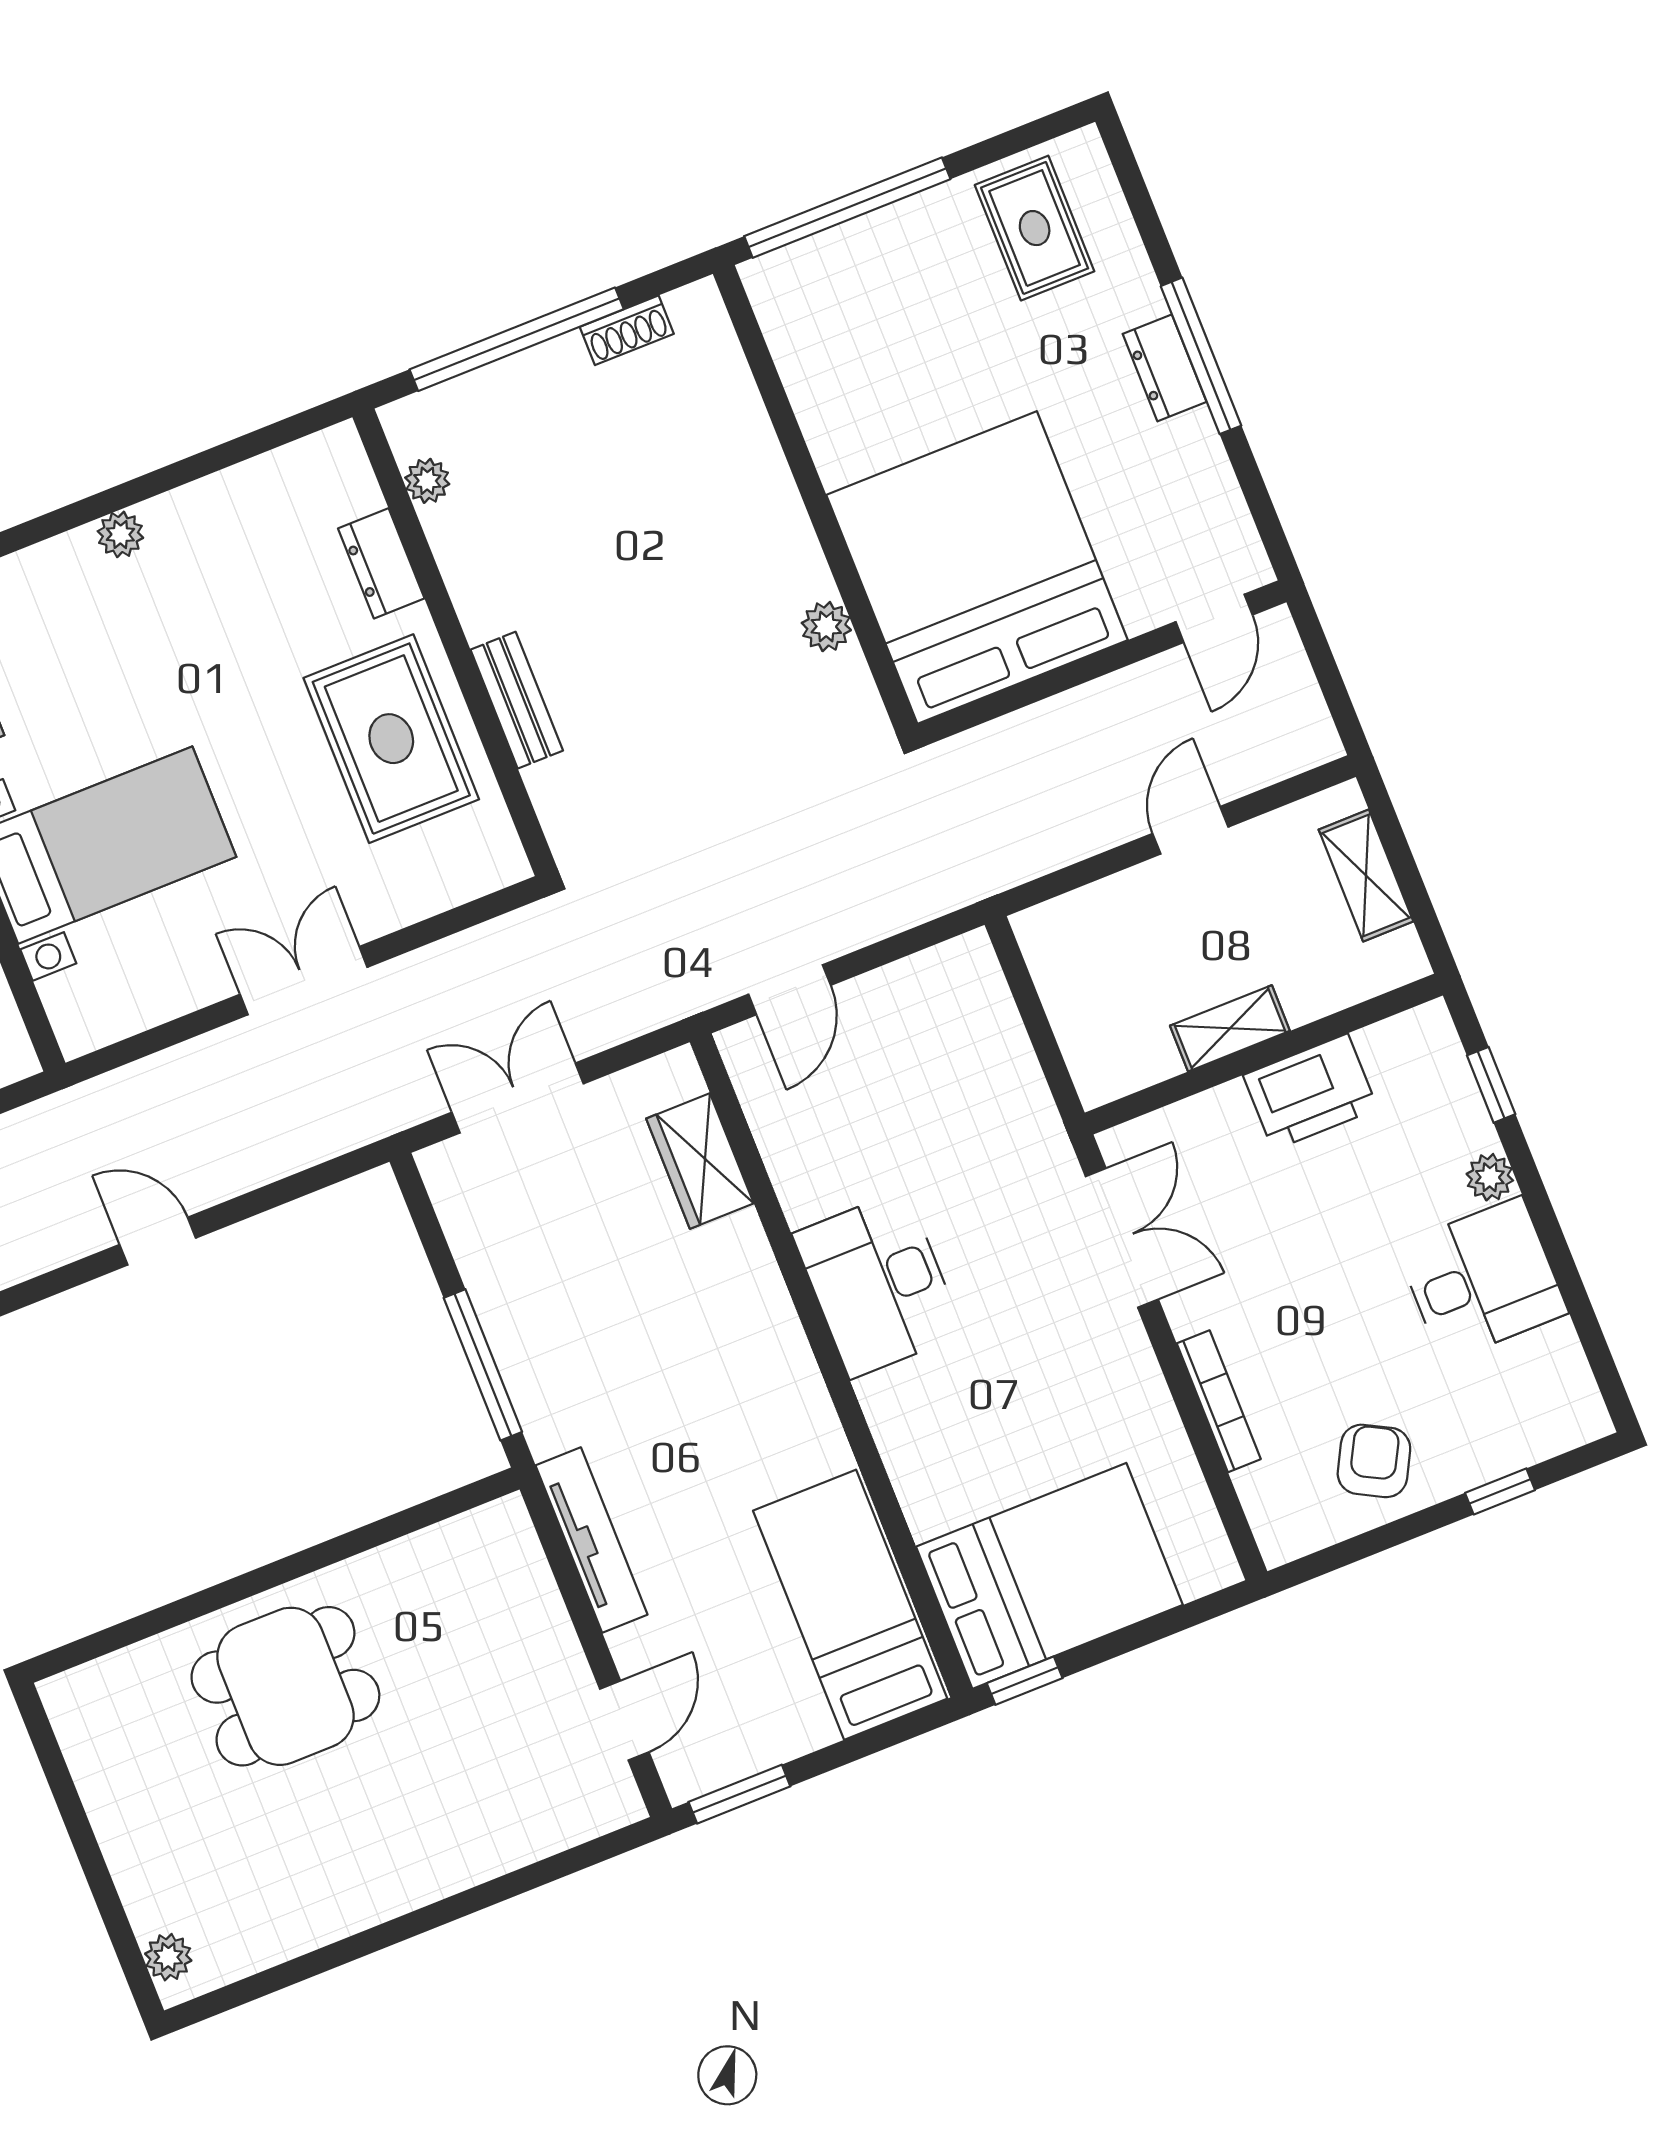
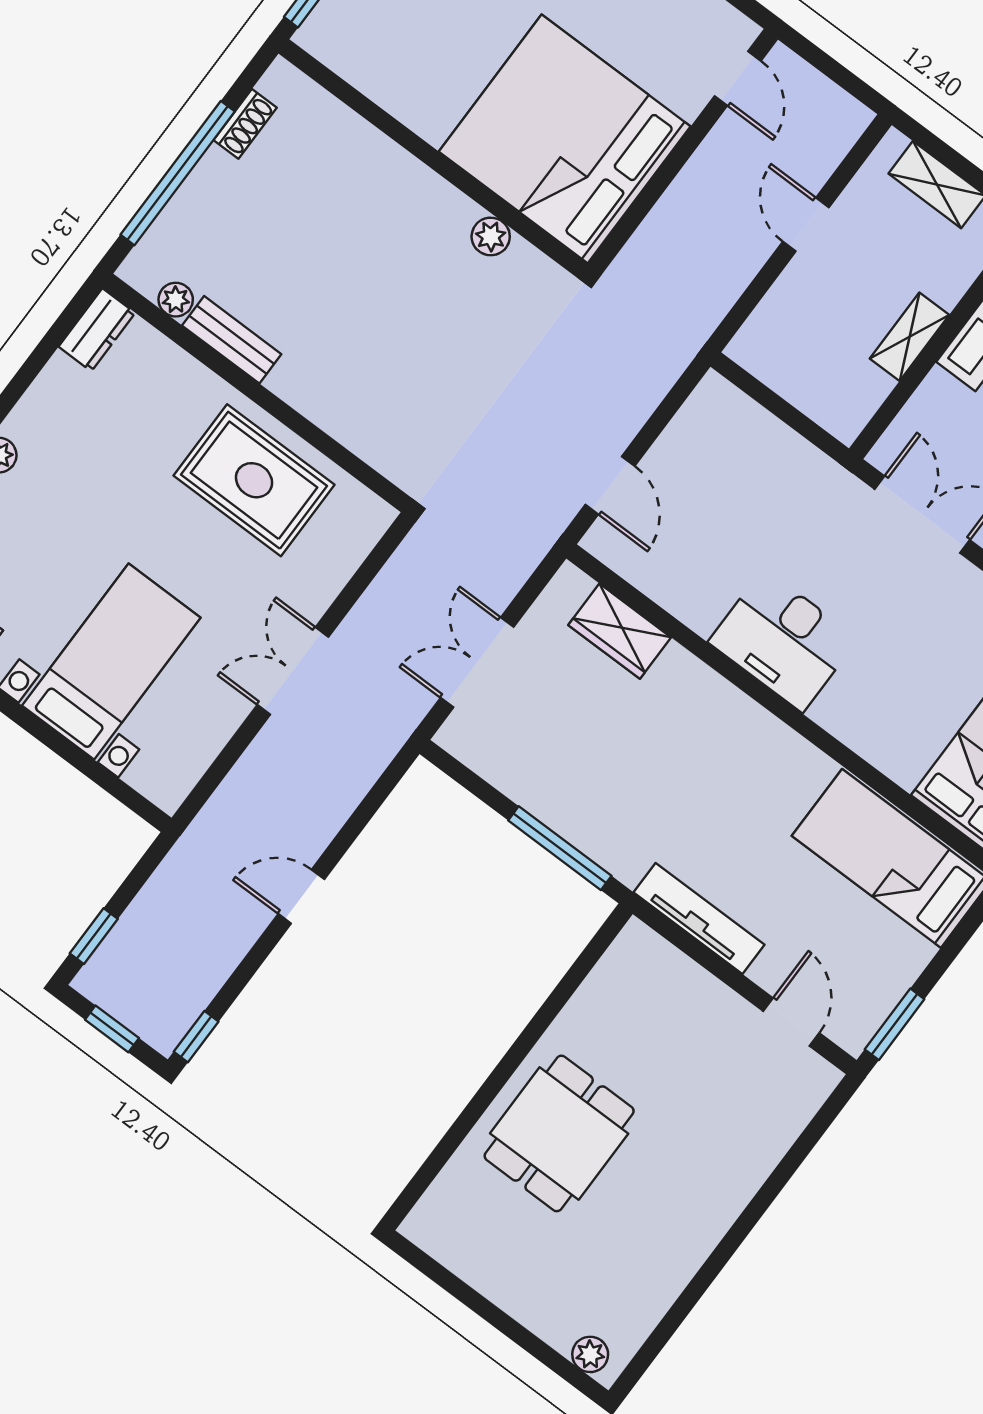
dresser: (381, 563) -> (97, 330), moved, turned -90
bench: (517, 700) -> (232, 340), moved

